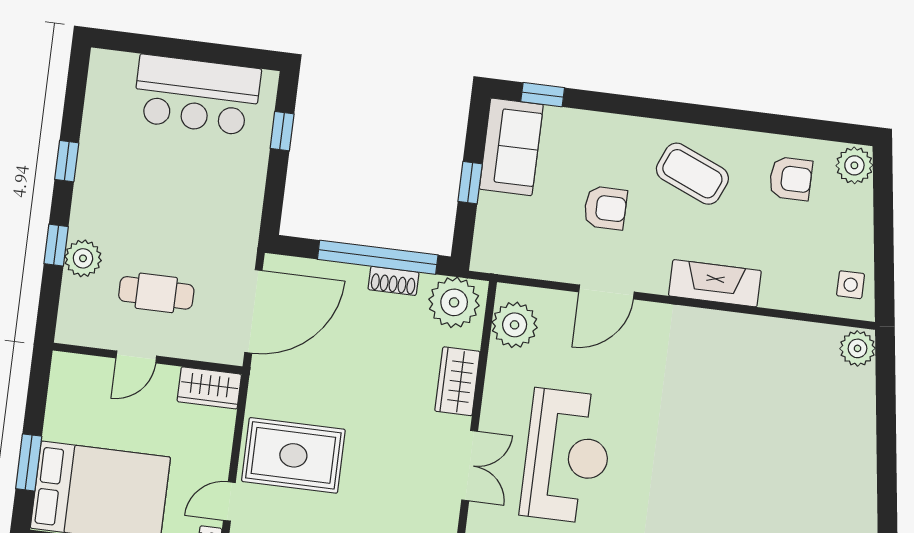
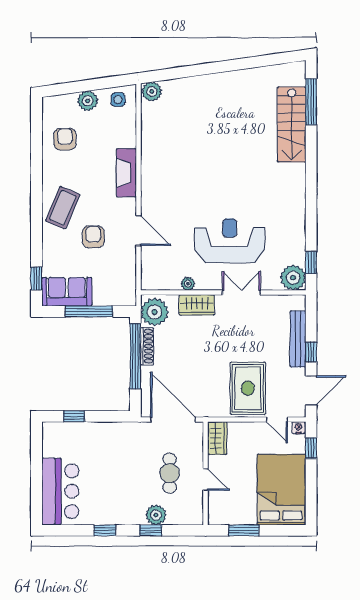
bar counter: (197, 95) -> (60, 491), moved
plant: (854, 165) -> (88, 101), moved
coffee table: (692, 174) -> (63, 208), moved
window: (470, 183) -> (89, 312), width x2.17
shoe rack: (393, 281) -> (147, 346), width x1.43
plant: (515, 325) -> (188, 284), moved, width x0.53, depth x0.53
window: (29, 462) -> (244, 530), moved

